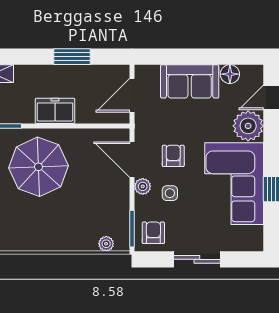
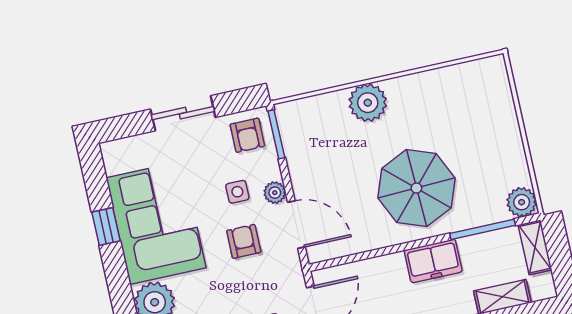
freezer: (55, 111) -> (433, 261), moved
armchair: (173, 156) -> (244, 241), turned 180
plant: (106, 244) -> (368, 103), moved, width x1.88, depth x1.88

